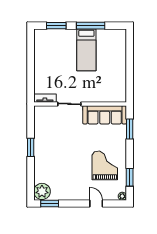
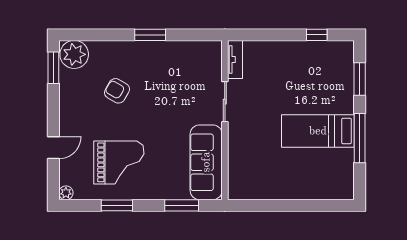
window: (31, 51) -> (317, 35), added
armchair: (63, 167) -> (117, 91), added
window: (130, 177) -> (117, 205), moved

